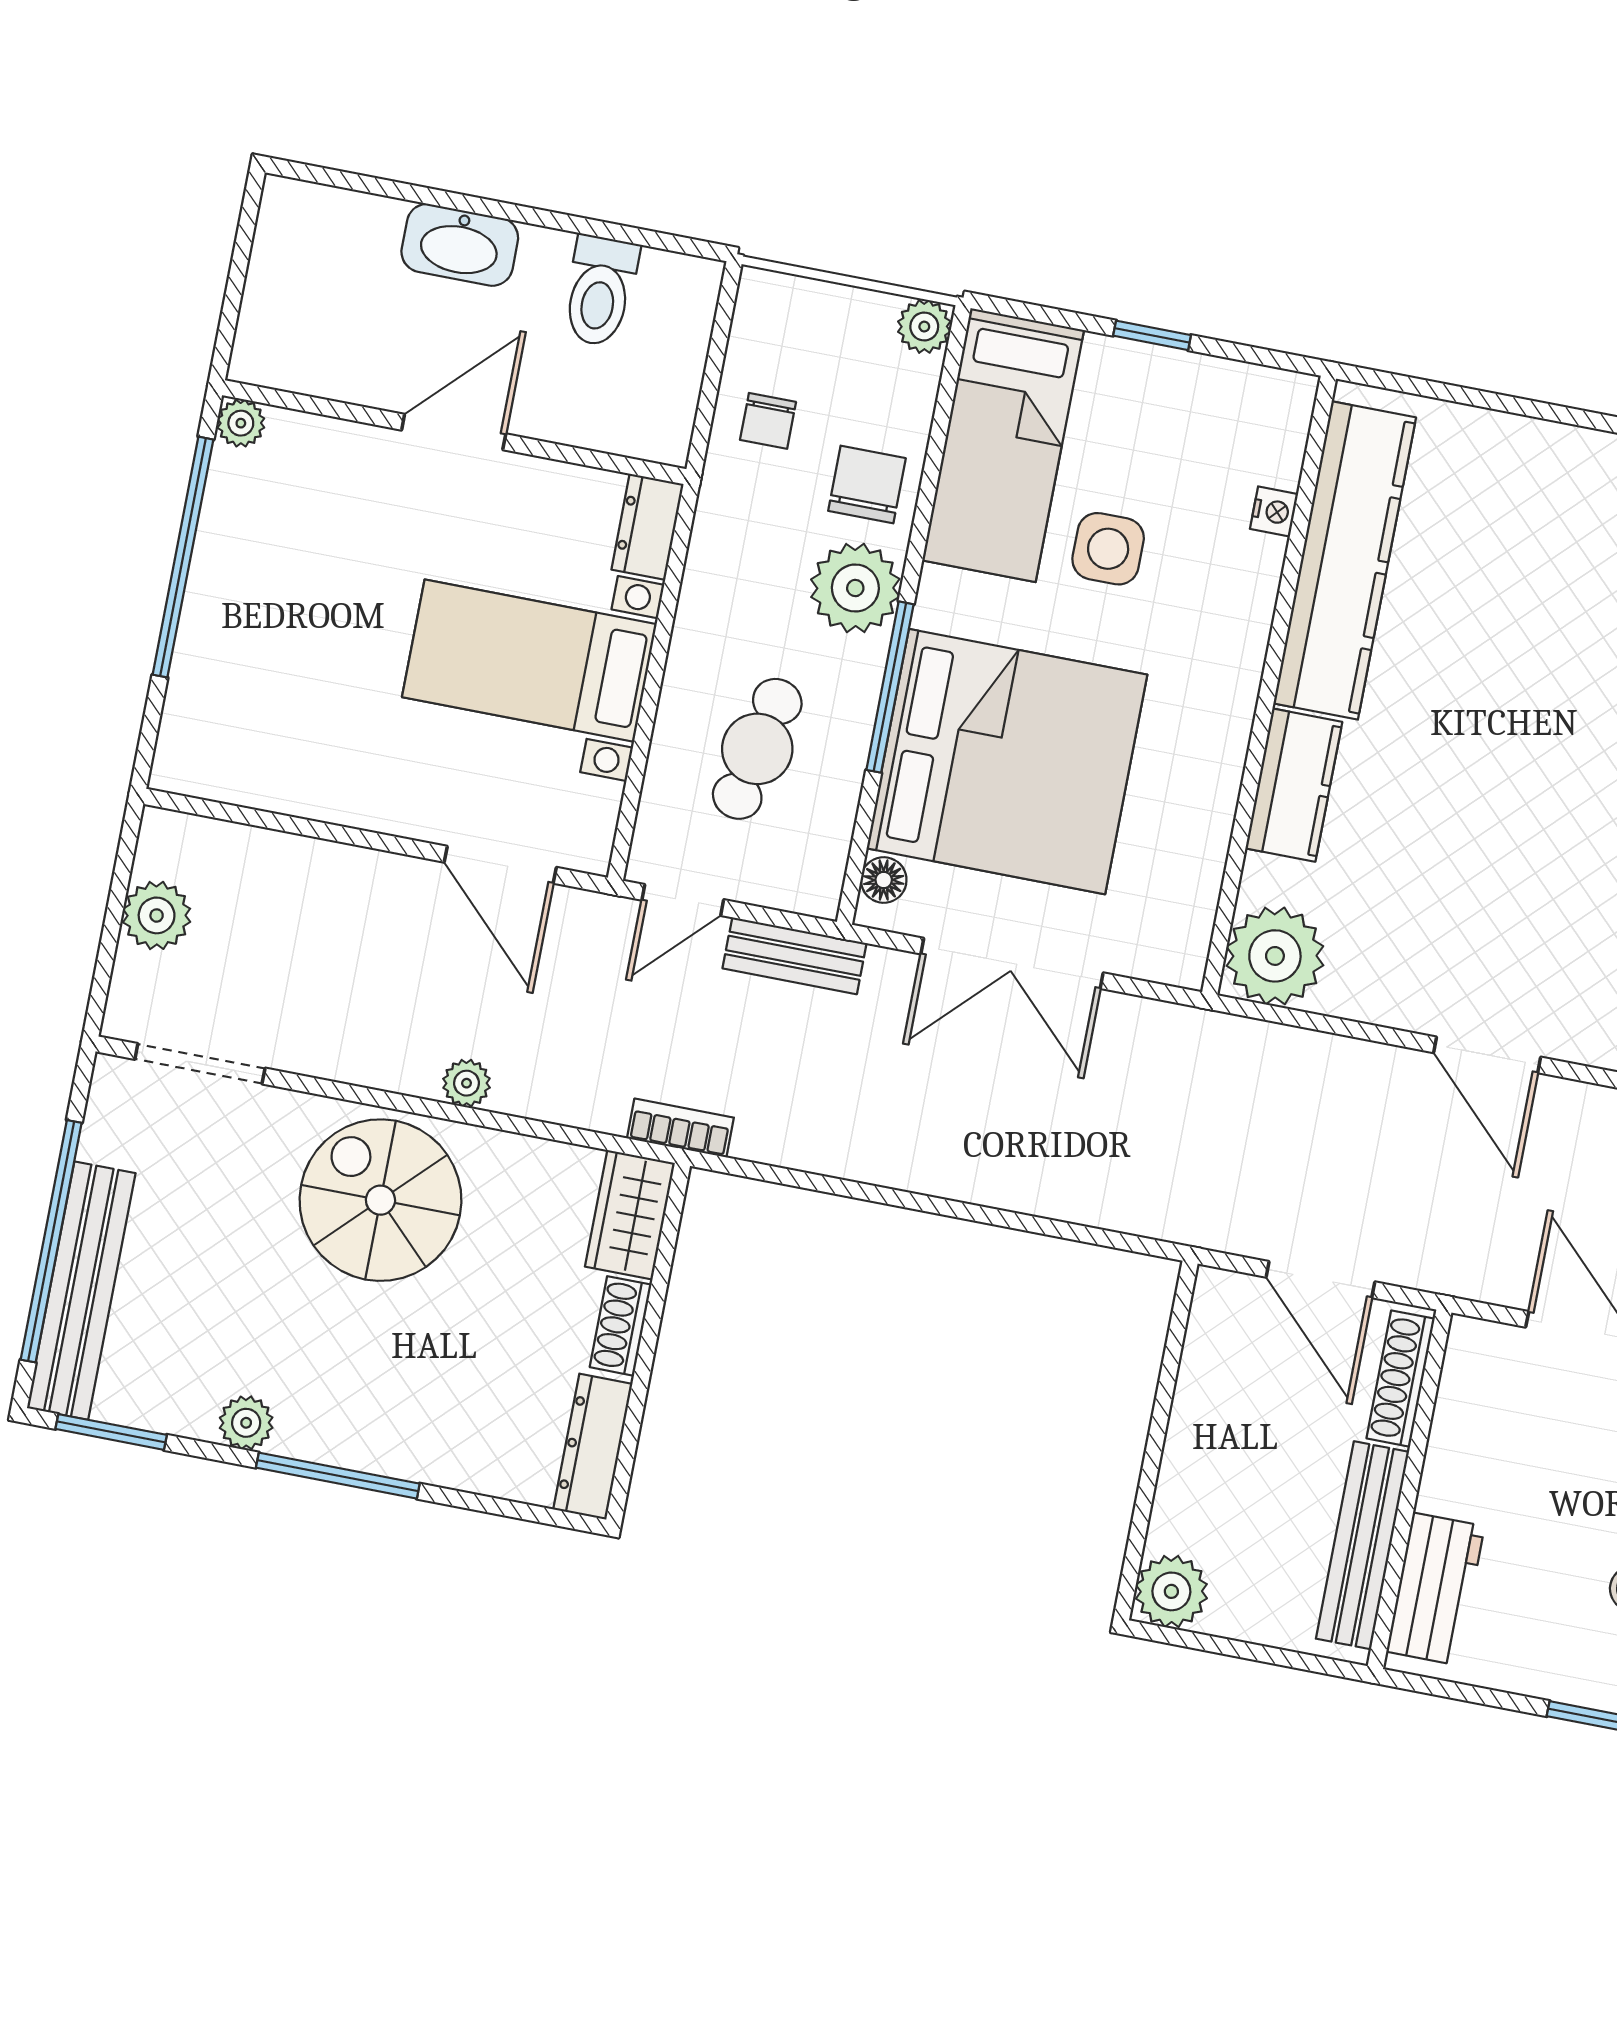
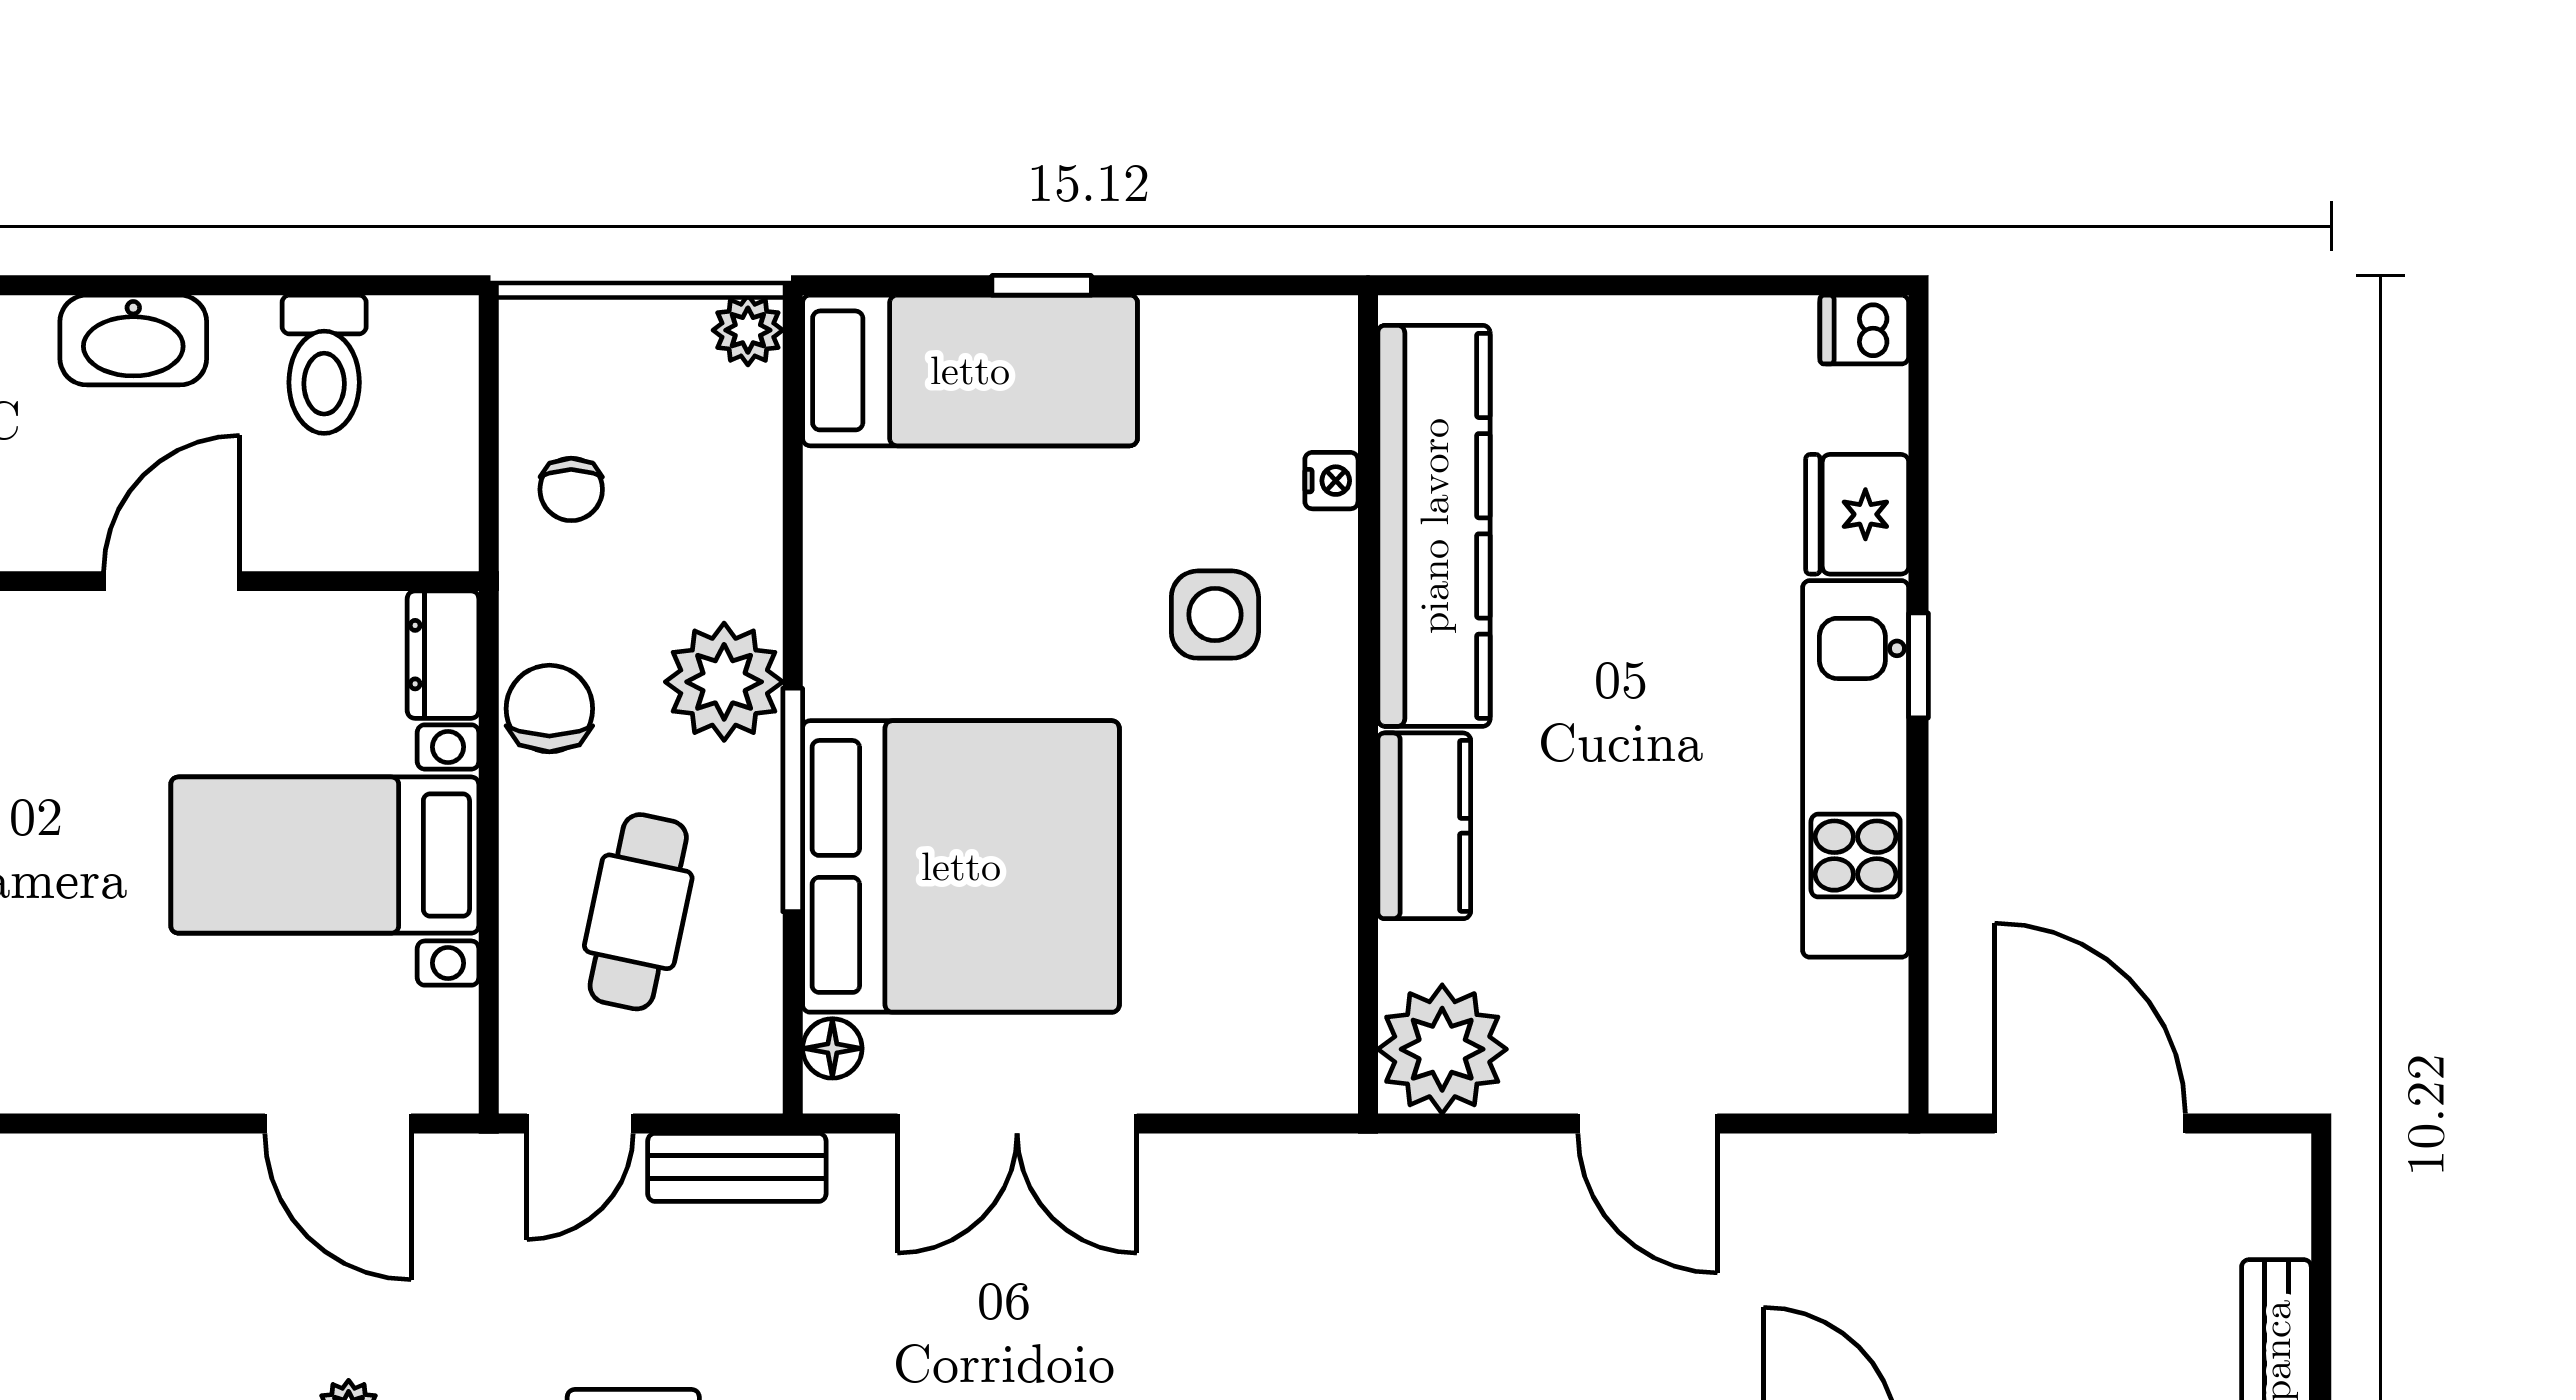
bed: (1003, 445) -> (970, 370), moved, turned -90
chair: (867, 484) -> (549, 709), moved
nightstand: (1274, 511) -> (1331, 481), moved
side table: (1108, 549) -> (1215, 615), moved
kitchen counter: (1345, 560) -> (1434, 526), moved
wall: (1269, 685) -> (1368, 704), moved
kitchen counter: (1294, 785) -> (1424, 826), moved
plant: (1275, 956) -> (1442, 1049), moved

